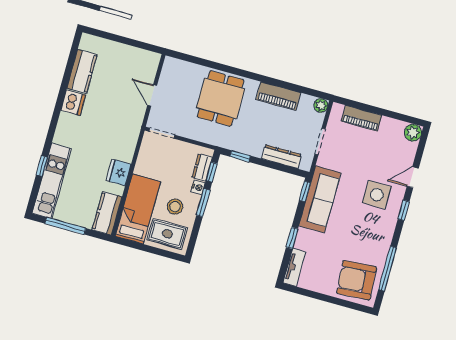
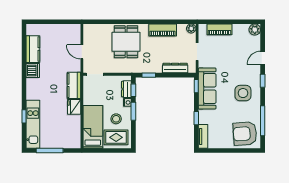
side table: (377, 195) -> (243, 93), moved
kitchen counter: (107, 213) -> (74, 85), moved

